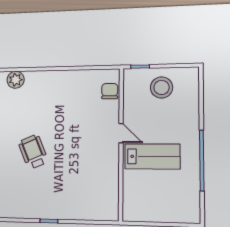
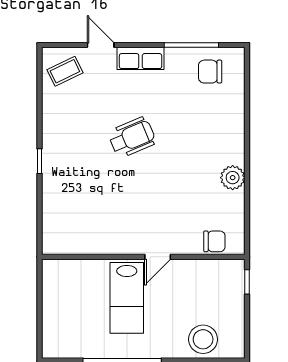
plant: (16, 80) -> (233, 178), moved
stool: (162, 87) -> (203, 339), moved

